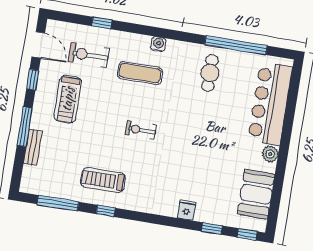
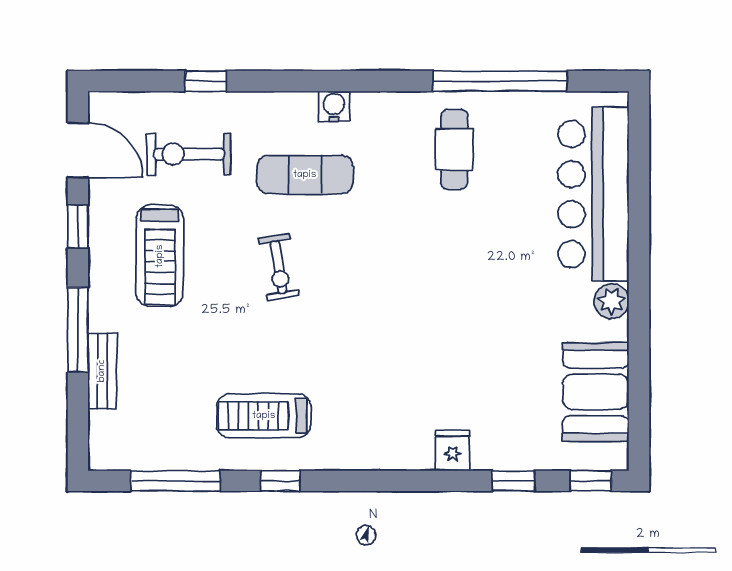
exercise bike: (141, 130) -> (279, 267), moved, turned -99

